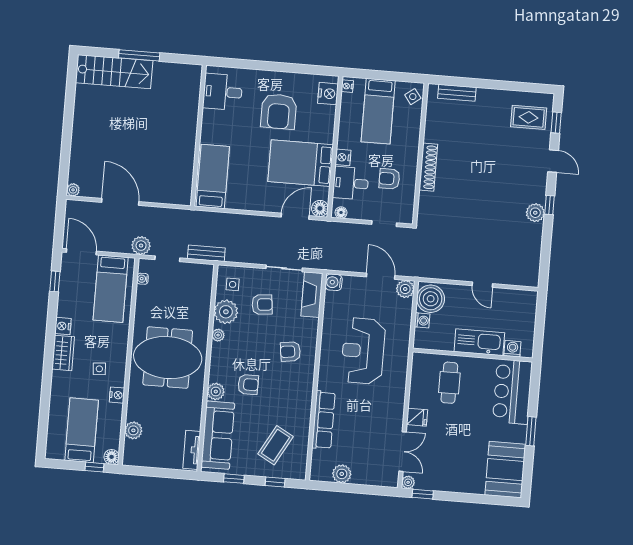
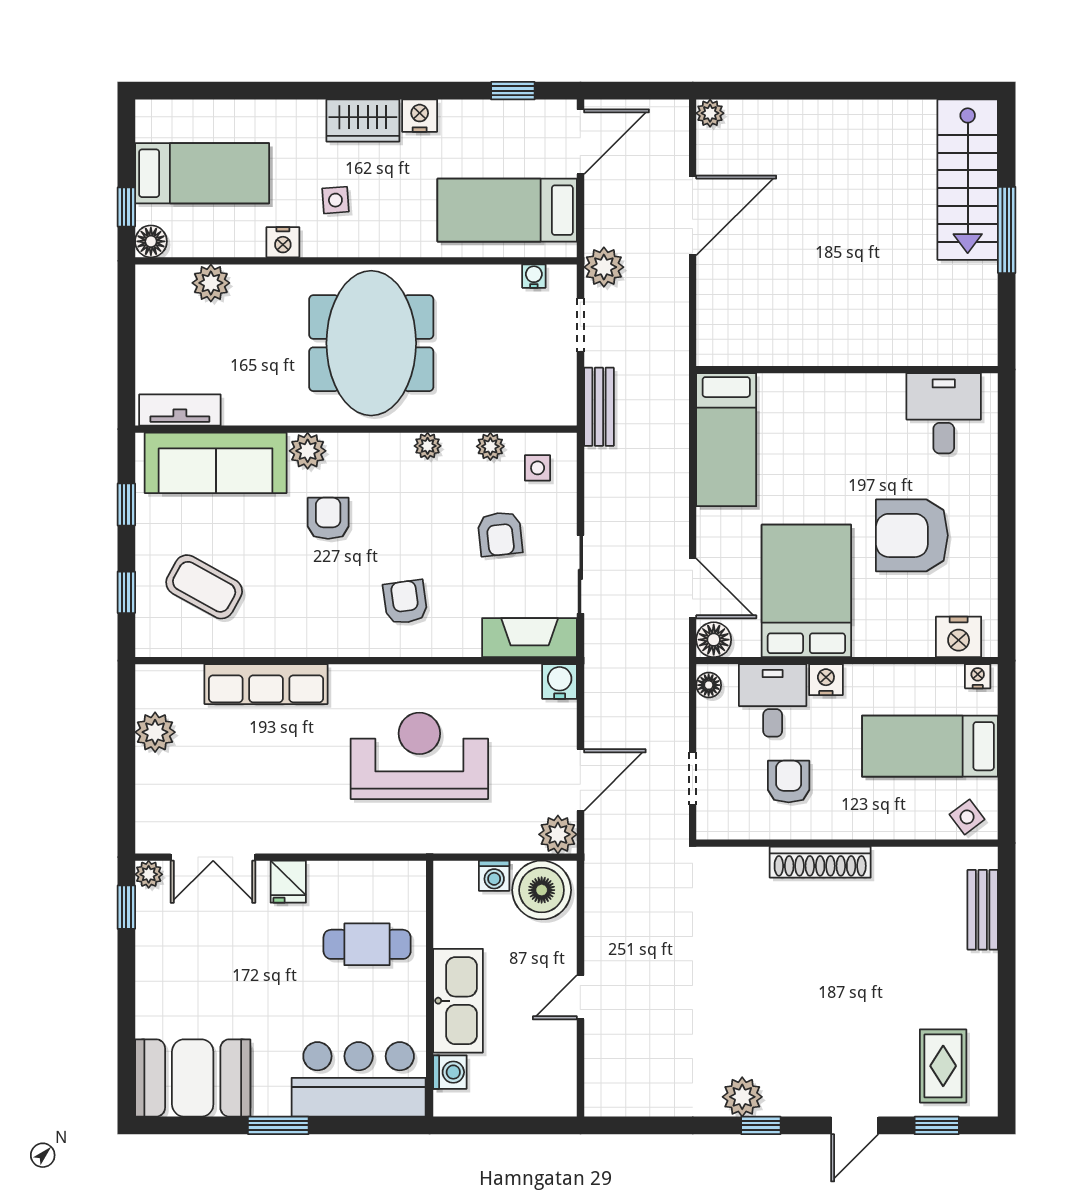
bed: (213, 176) -> (726, 440), moved, turned 90
plant: (226, 312) -> (490, 446), width x0.53, depth x0.53
armchair: (248, 384) -> (328, 518), turned 180

